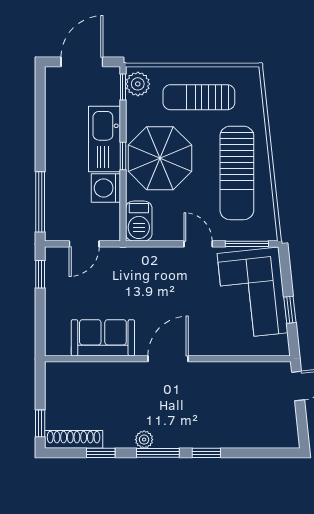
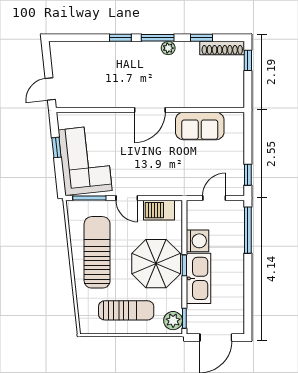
barbecue: (139, 221) -> (159, 210), moved, turned -90

